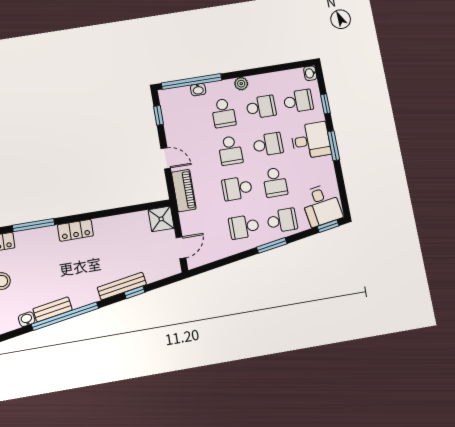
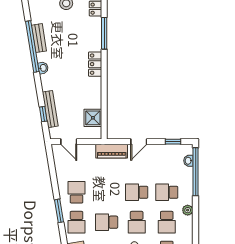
washbasin: (198, 90) -> (188, 161), moved
school desk: (237, 188) -> (107, 192), removed
shower: (161, 219) -> (93, 118), moved
bench: (122, 286) -> (50, 109), moved
window: (135, 292) -> (43, 114), moved
washbasin: (27, 319) -> (43, 68), moved

